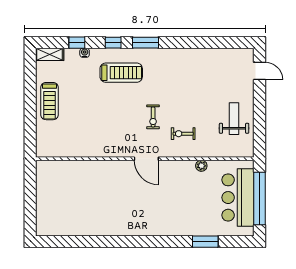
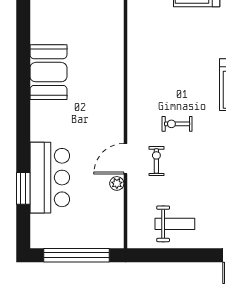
door: (146, 159) -> (126, 159), moved
bar counter: (238, 198) -> (50, 178), moved, turned 90
booth: (111, 221) -> (48, 72), added

